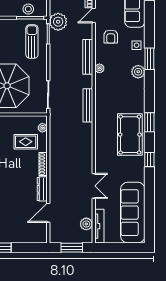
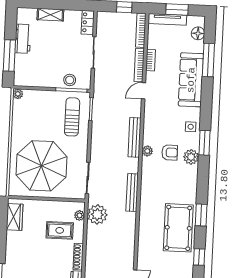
plant: (58, 22) -> (97, 214), moved
armchair: (111, 37) -> (170, 152), moved, turned -90

